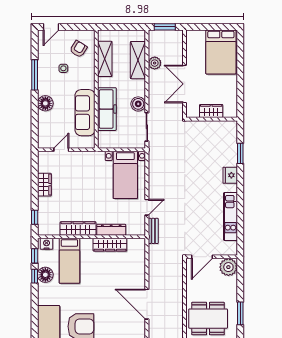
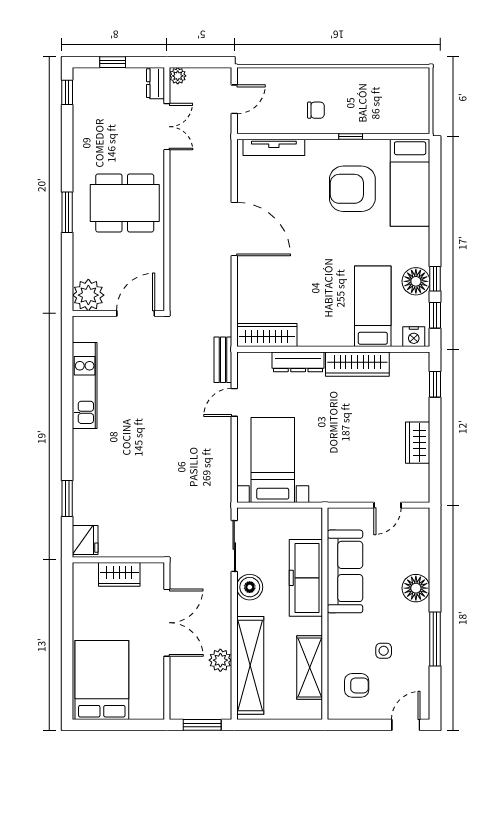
armchair: (78, 49) -> (357, 685), turned -122
shelving: (138, 60) -> (250, 665), width x1.47
fridge: (230, 175) -> (85, 540), moved
wardrobe: (110, 245) -> (267, 335), moved

